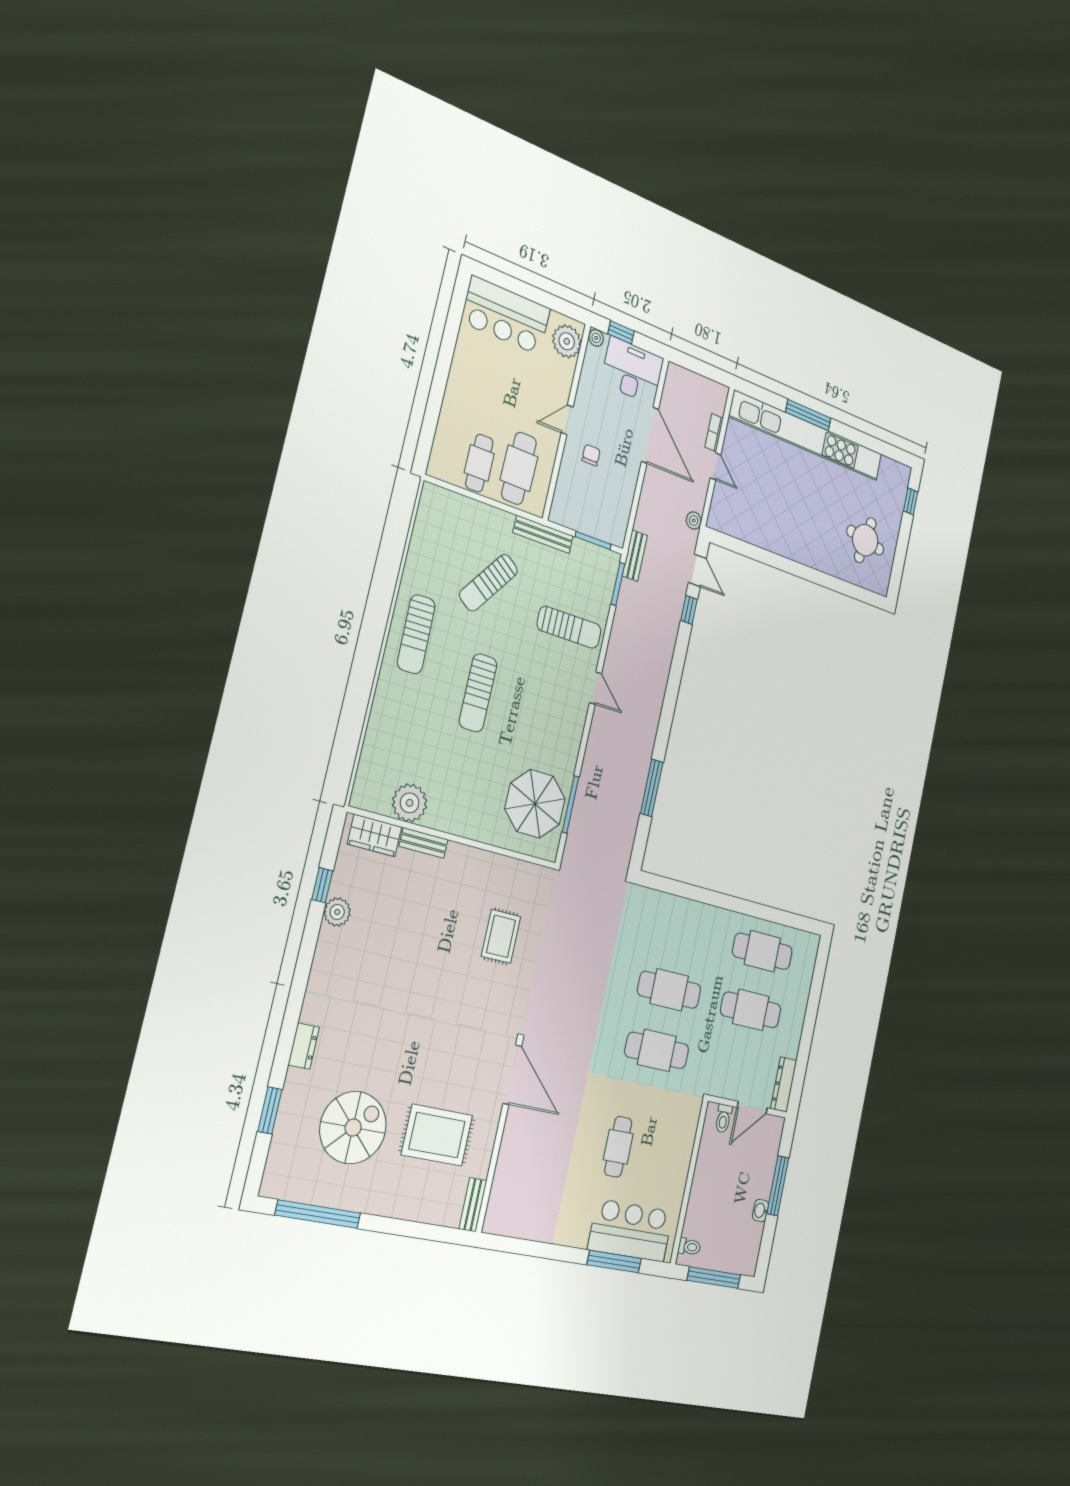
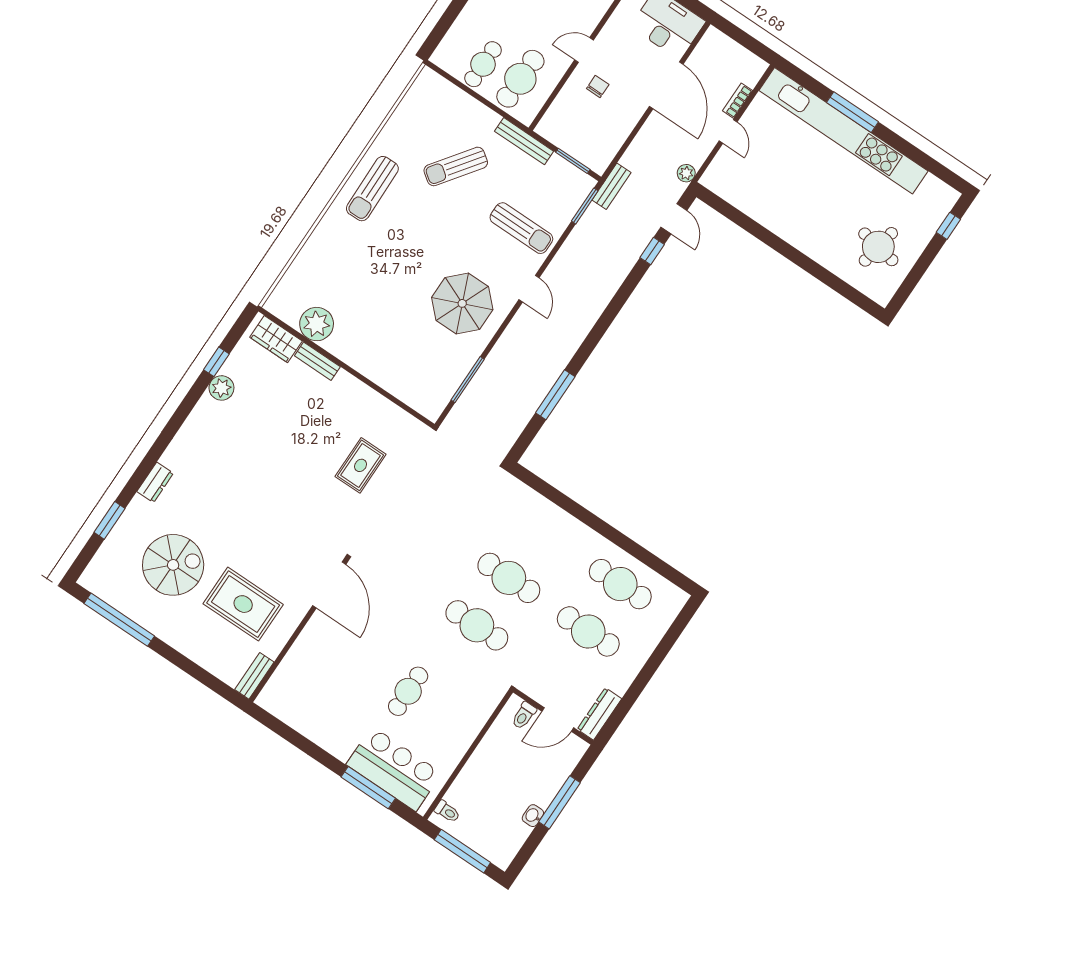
sun lounger: (478, 693) -> (412, 255), removed
parasol: (535, 804) -> (462, 303), moved

